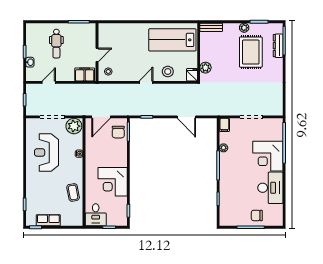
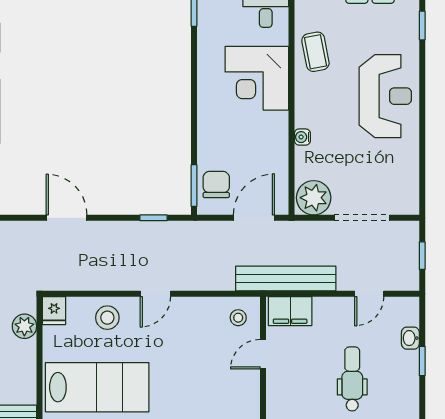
bench: (87, 89) -> (286, 279), added
reception desk: (46, 152) -> (385, 96), moved
corner desk: (113, 182) -> (257, 78), moved, turned 180

